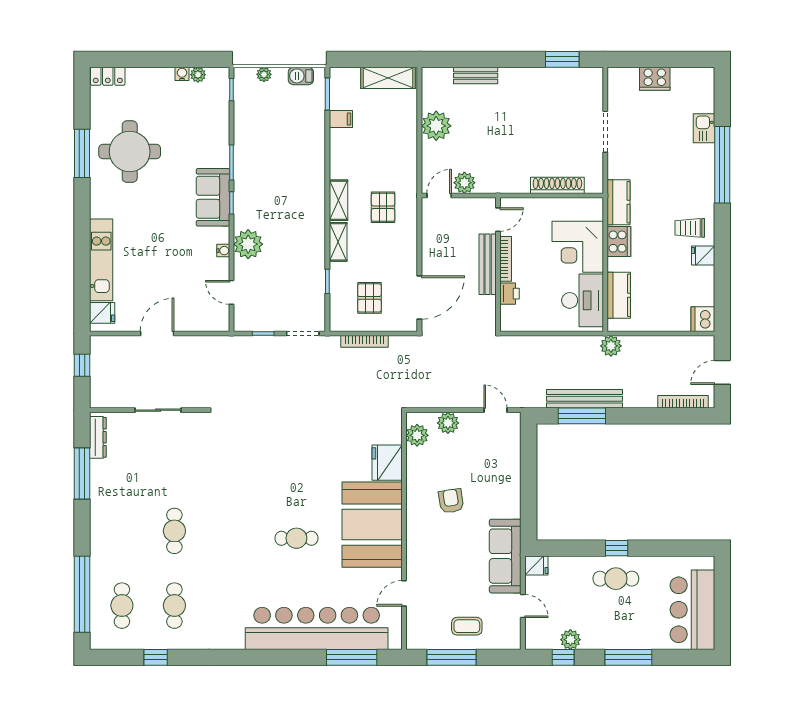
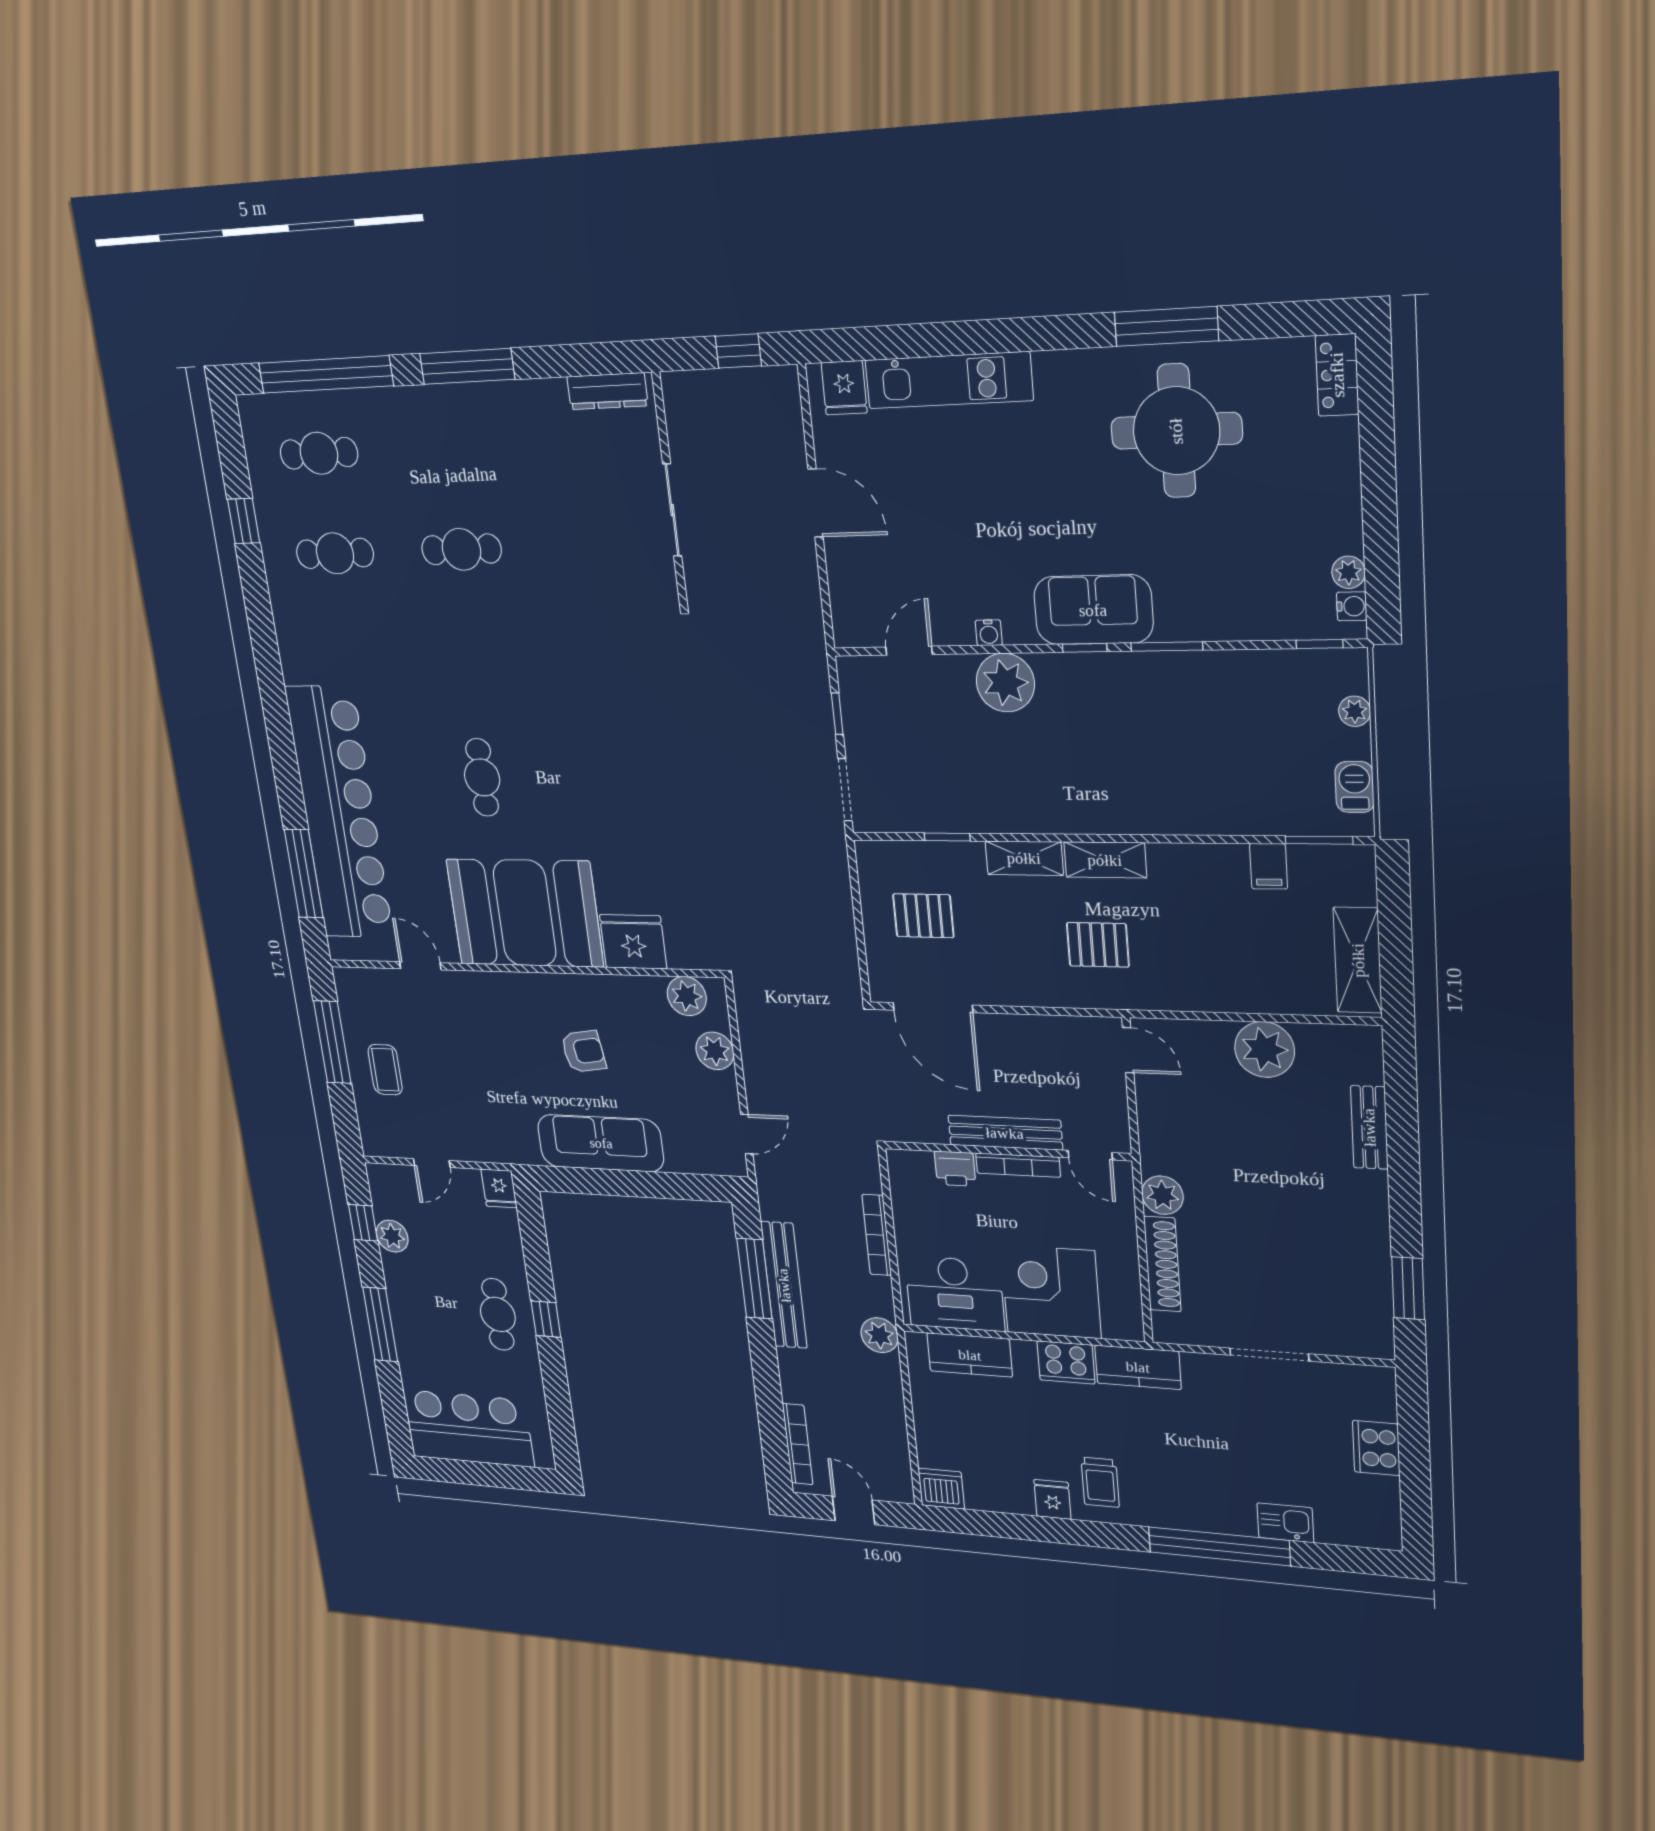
water cooler: (182, 74) -> (1352, 606), moved
plant: (464, 183) -> (1162, 1195), moved
trolley: (690, 228) -> (1100, 1482), turned 180
bookcase: (365, 341) -> (877, 1235), moved
window: (82, 474) -> (467, 366), moved
sofa: (505, 556) -> (601, 1143), moved

